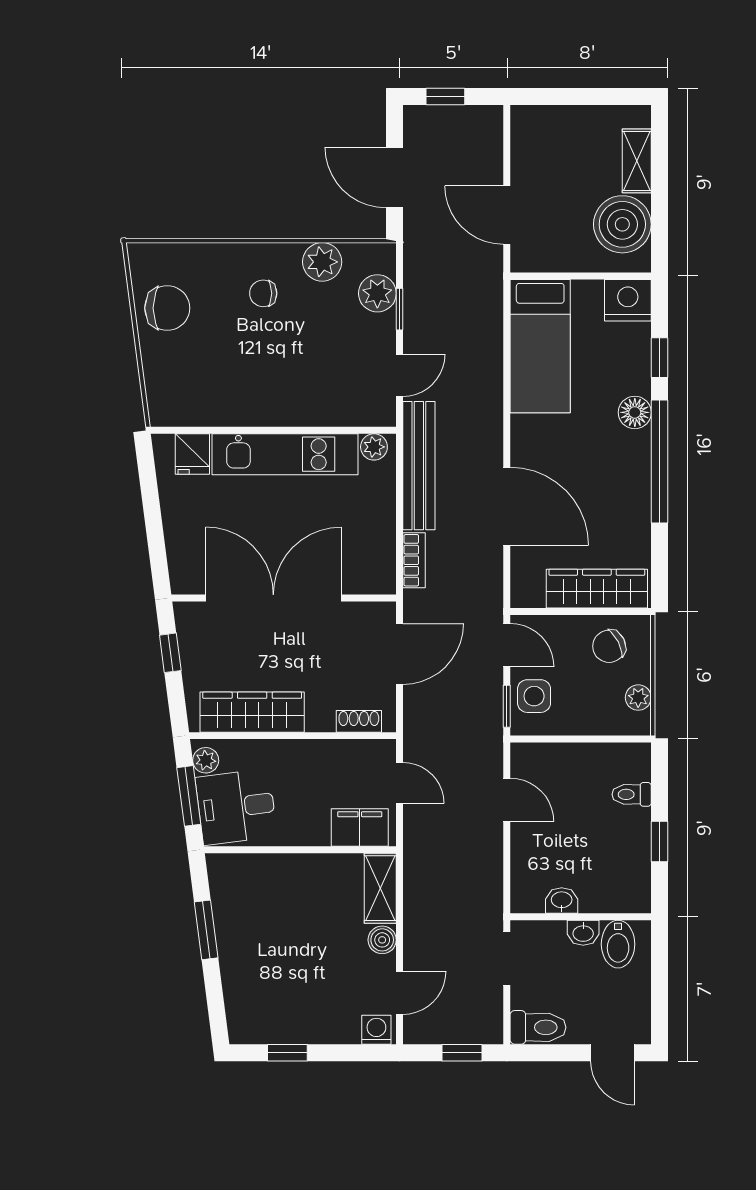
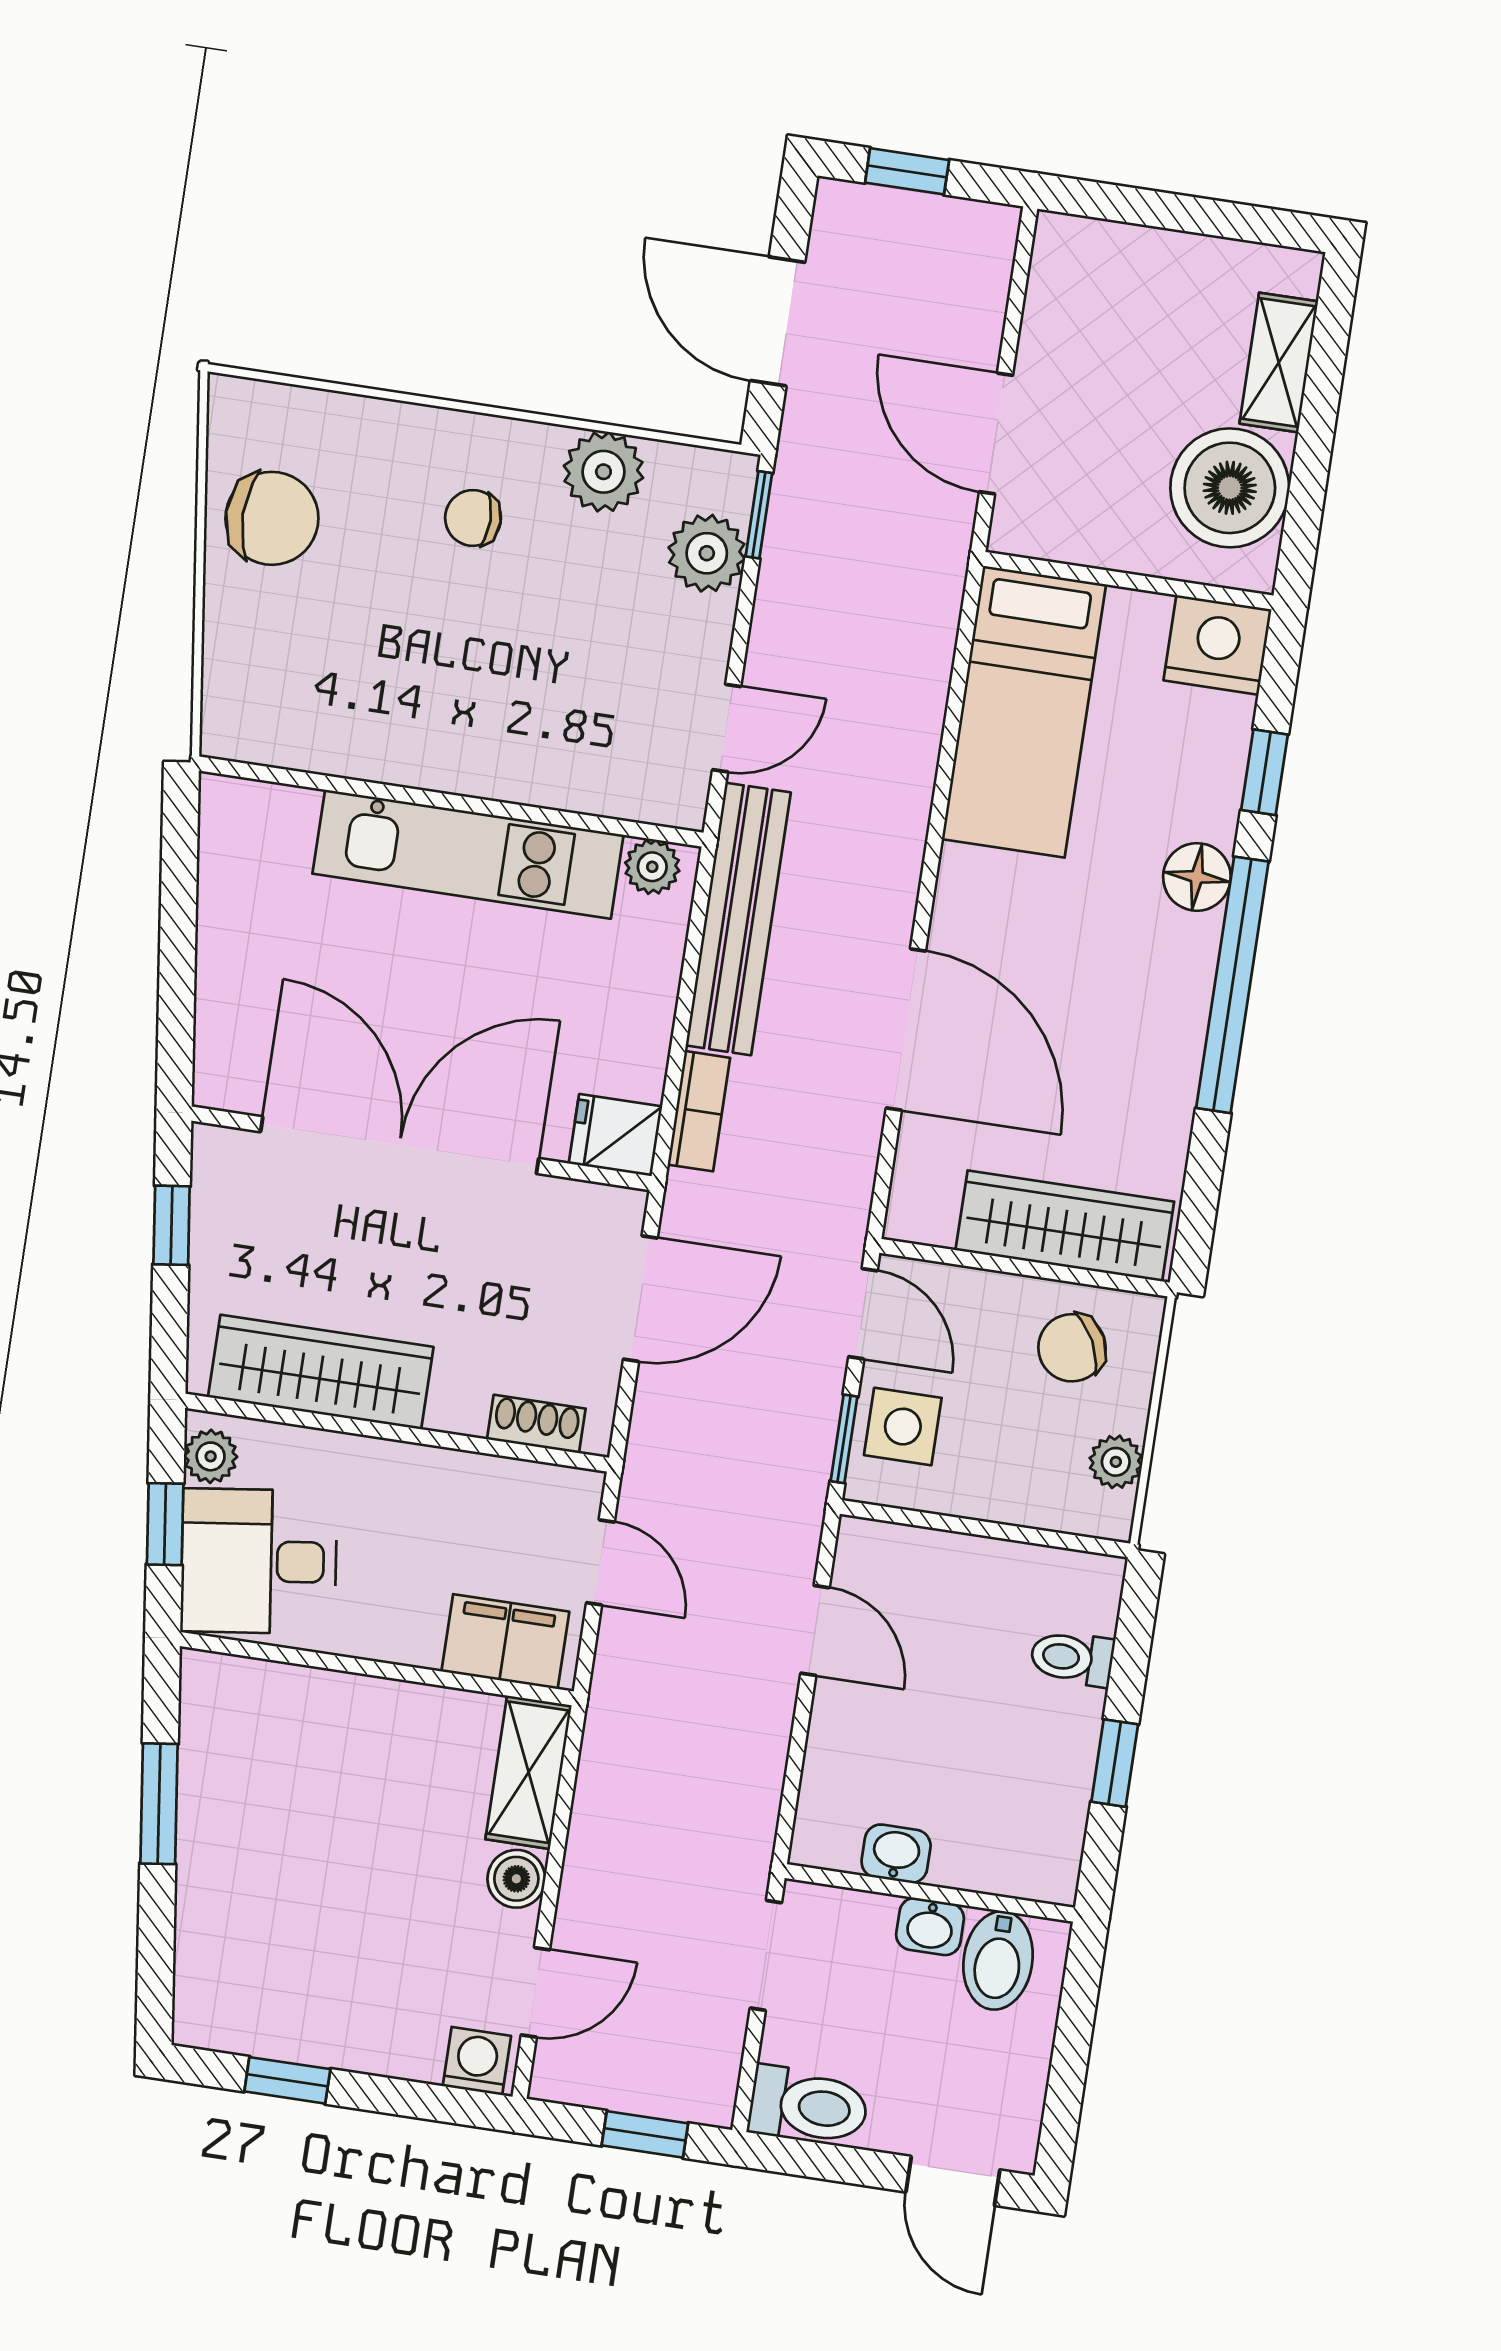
window: (399, 309) -> (759, 515), moved
fridge: (192, 454) -> (616, 1135), moved, turned 90
window: (189, 796) -> (165, 1524), width x0.67

